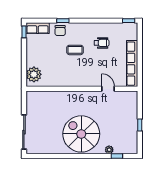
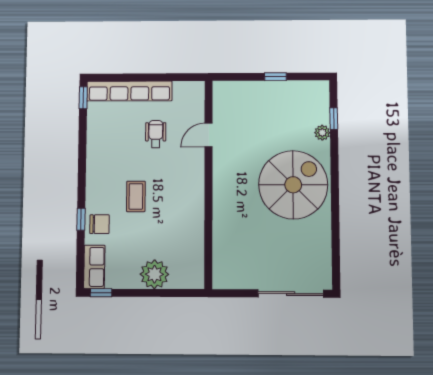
wheelchair: (101, 43) -> (156, 134), moved
row of seats: (132, 64) -> (129, 91), moved
plant: (34, 74) -> (154, 274), moved
spiral stairs: (81, 134) -> (293, 185), turned 180

